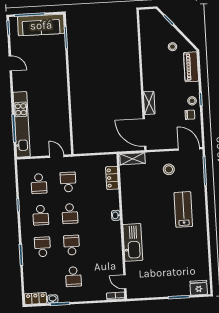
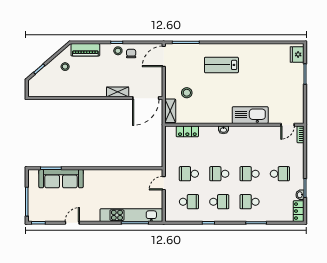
sofa: (41, 25) -> (61, 179), moved, turned 90
stool: (169, 169) -> (187, 93), moved
school desk: (70, 214) -> (219, 174), turned 180

